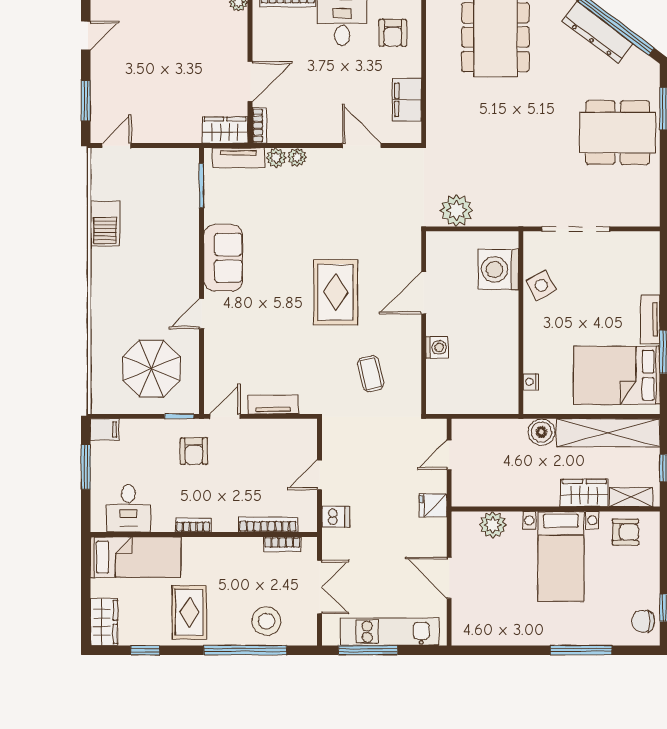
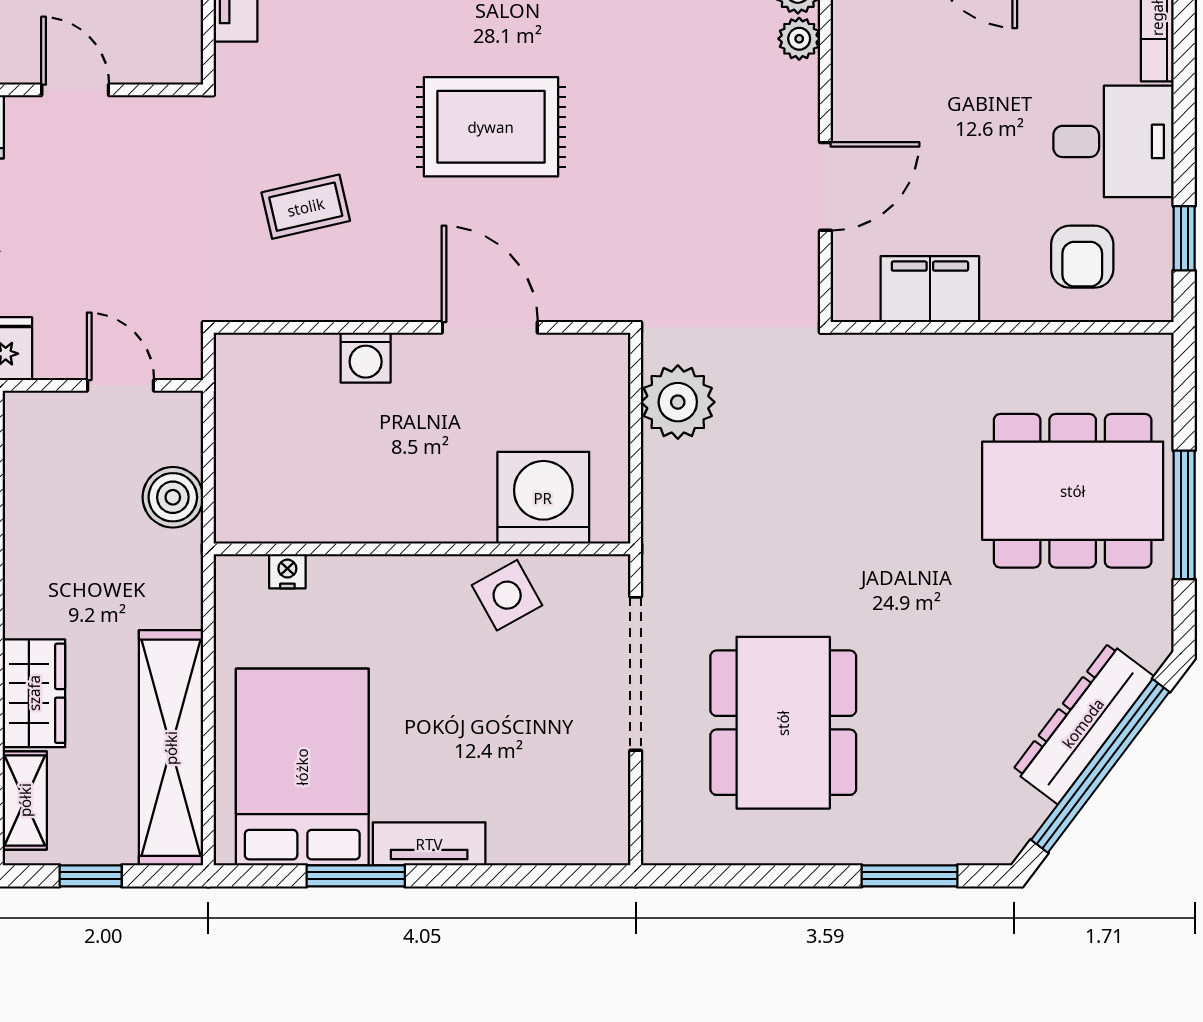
armchair: (393, 33) -> (1082, 257), turned -90
dining table: (618, 133) -> (783, 723), moved
boiler: (541, 432) -> (173, 497), moved

